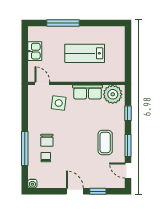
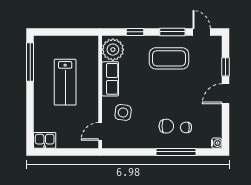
window: (63, 23) -> (30, 62), moved
kitchen sink: (35, 51) -> (45, 140), moved
coffee table: (105, 143) -> (169, 58), width x1.36, depth x1.32
door: (128, 171) -> (202, 32), swing flipped

